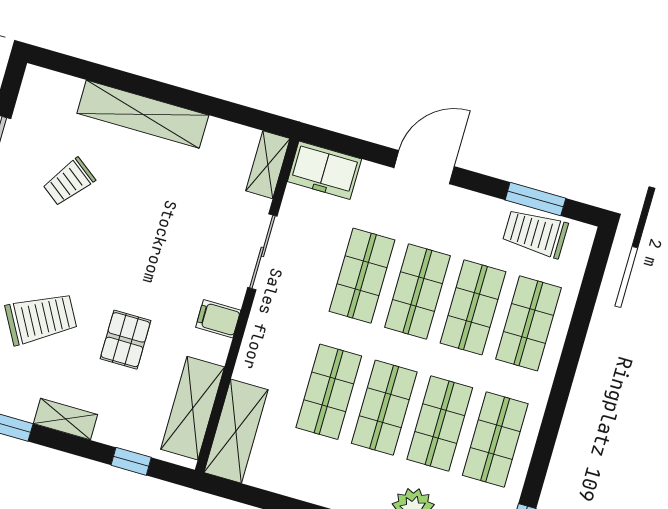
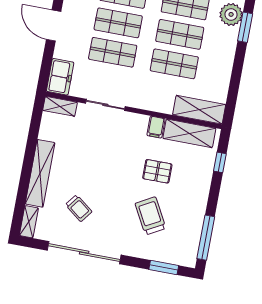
filing cabinet: (218, 319) -> (156, 127), moved
shelving: (66, 419) -> (29, 222), moved

